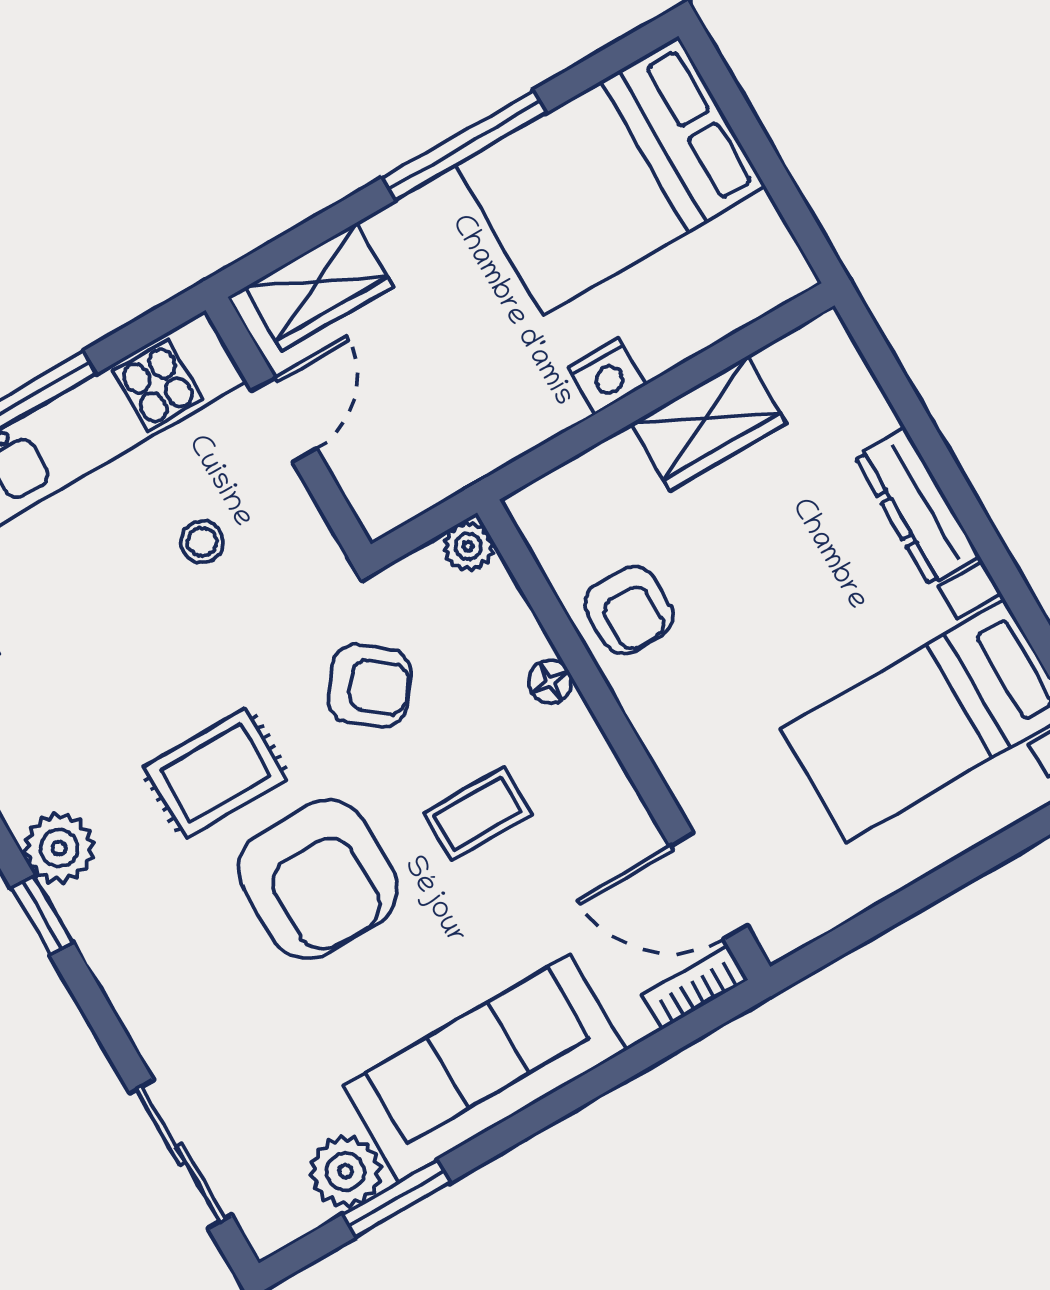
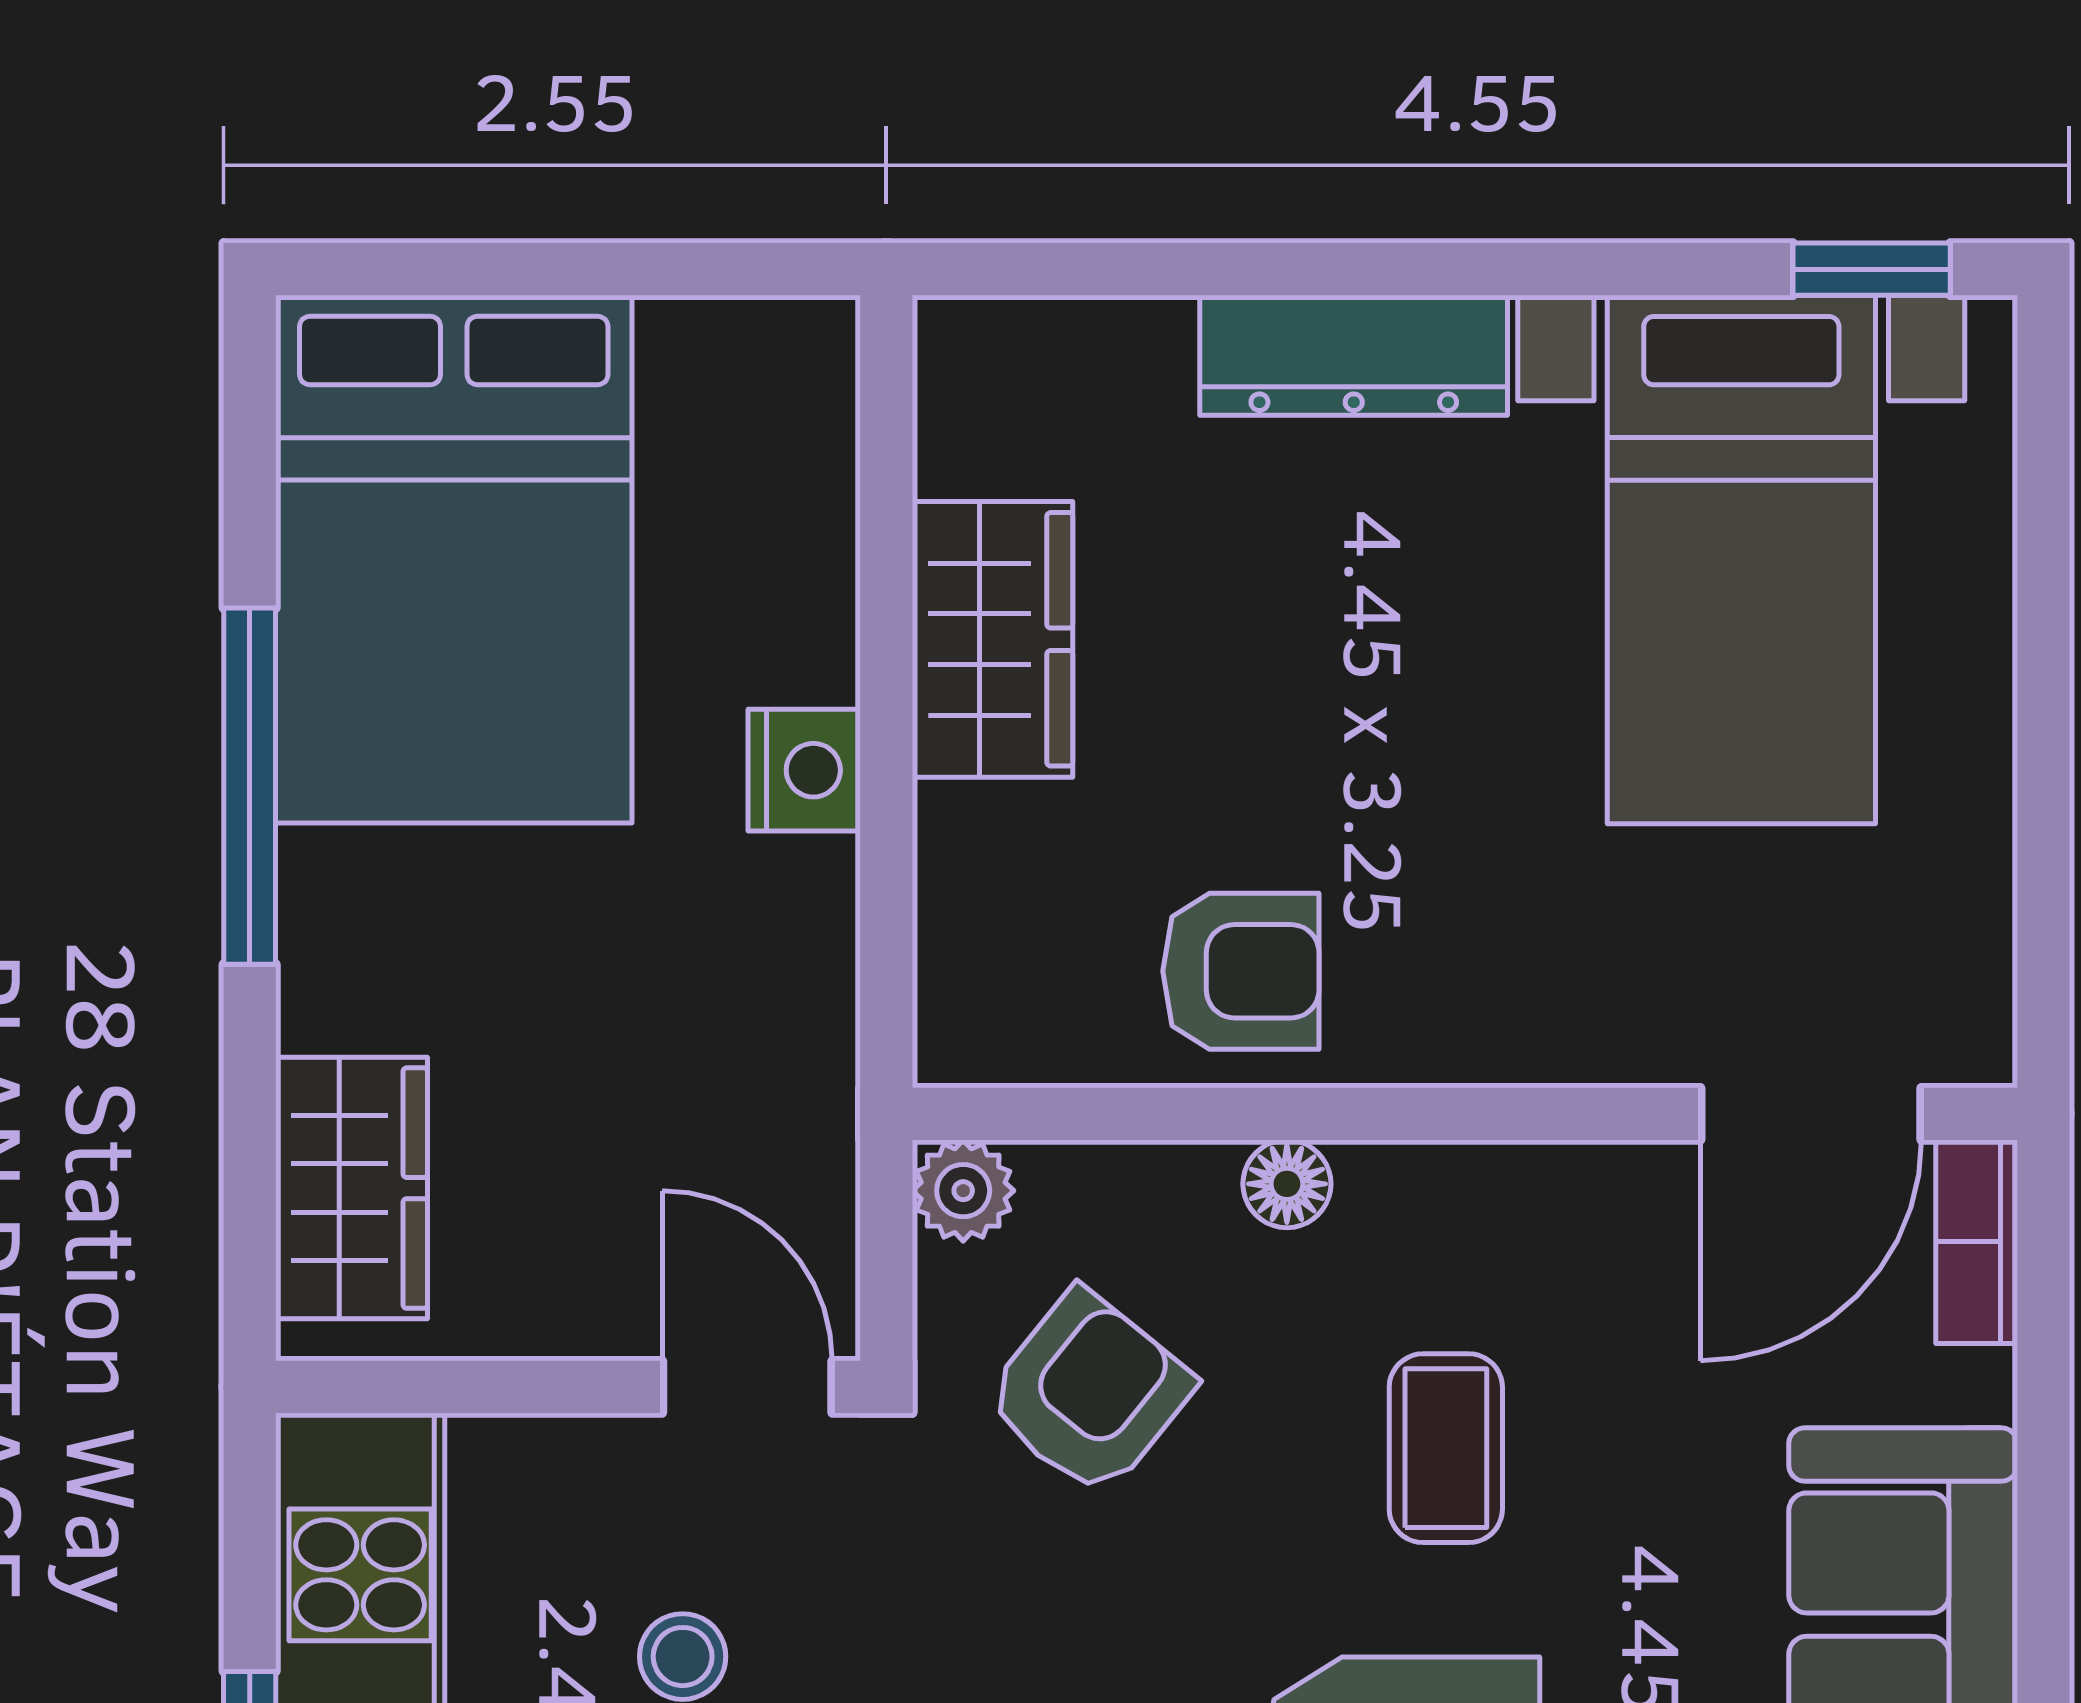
door: (284, 420) -> (747, 1387), moved
armchair: (369, 686) -> (1089, 1393), moved

